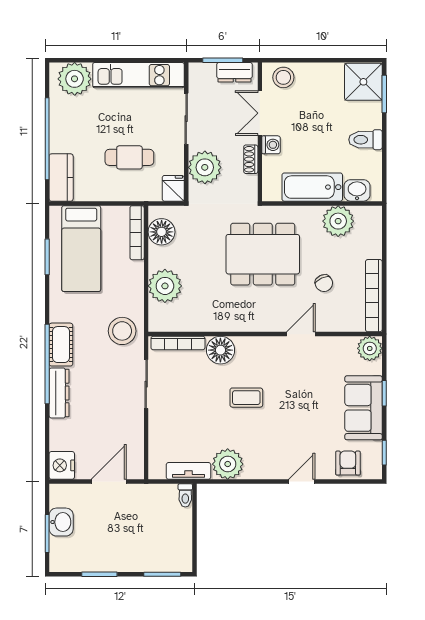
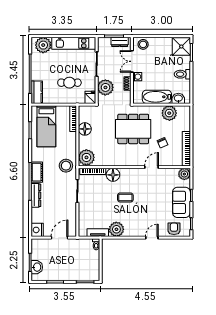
floor lamp: (162, 232) -> (85, 129), moved
plant: (165, 286) -> (86, 157), moved
washbasin: (61, 522) -> (37, 267), moved

